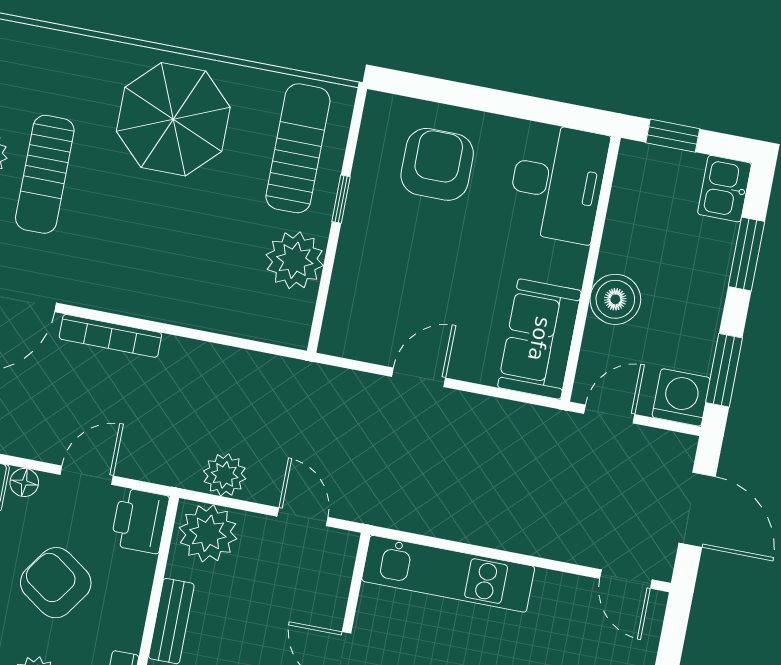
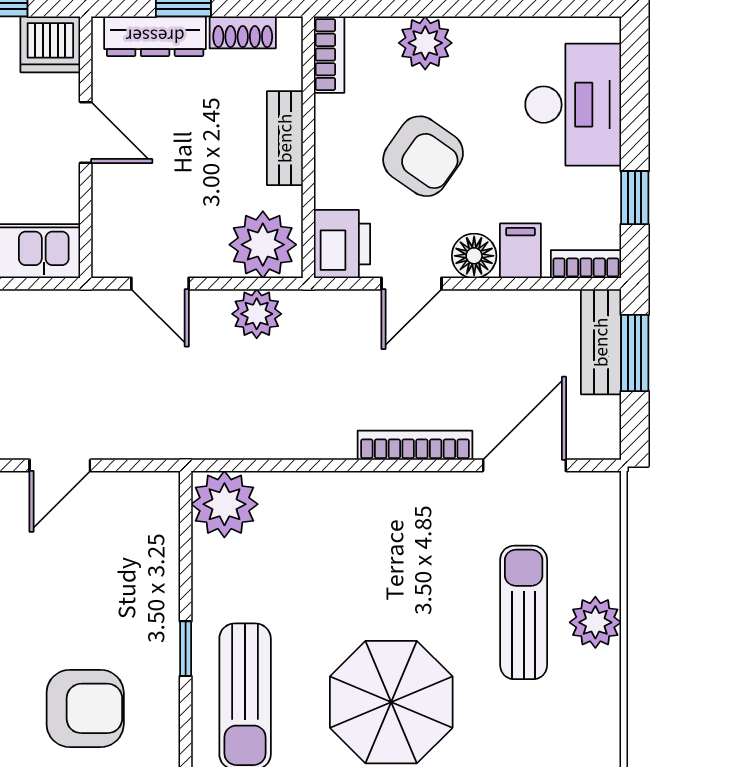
armchair: (437, 164) -> (85, 708), turned -90
plant: (295, 260) -> (224, 504), moved
floor lamp: (24, 483) -> (474, 256), width x1.37, depth x1.37

